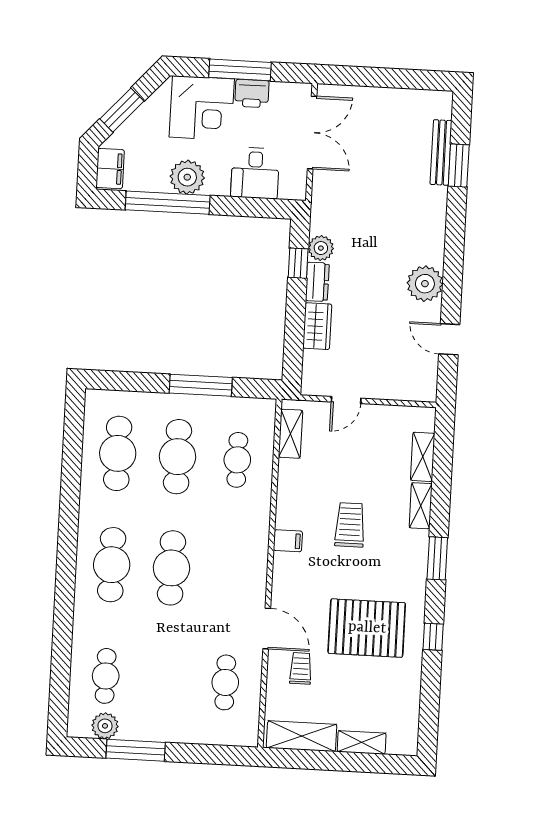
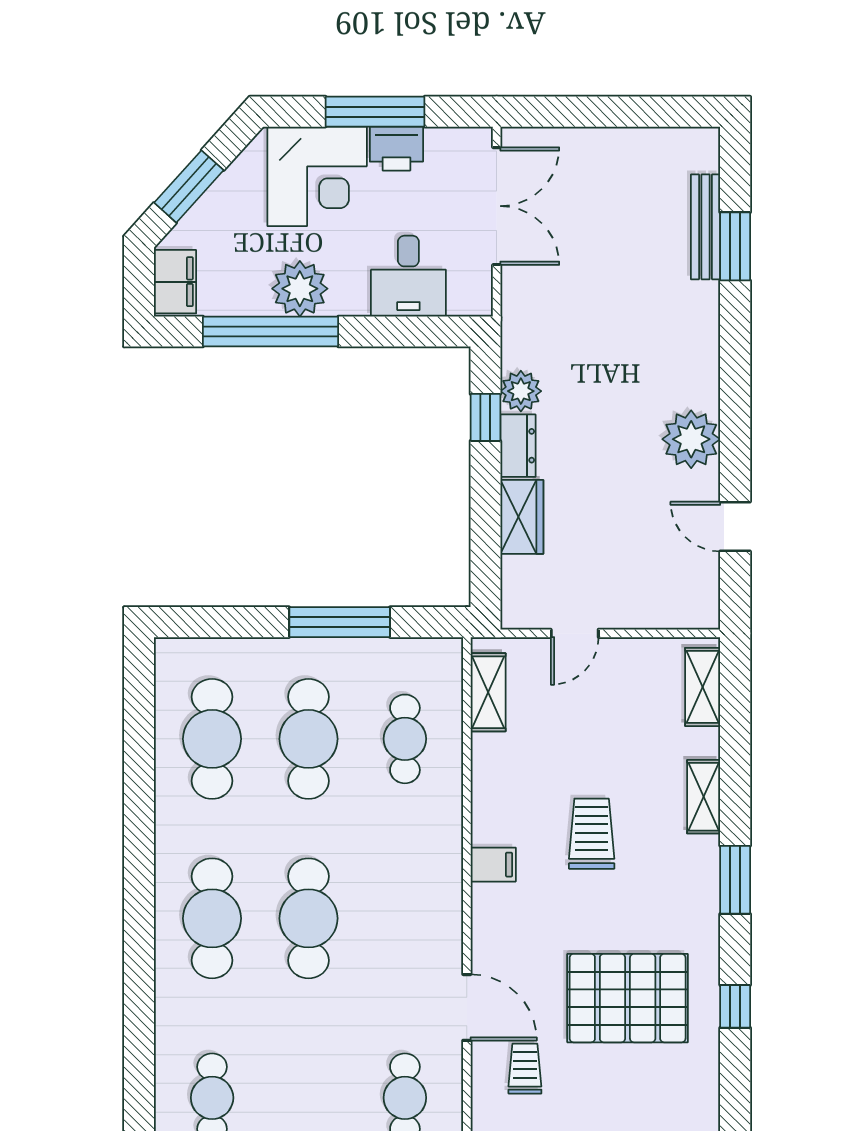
shelving: (423, 457) -> (703, 687), moved

